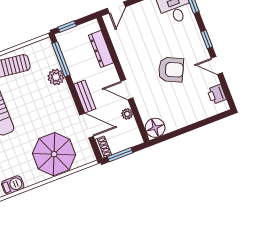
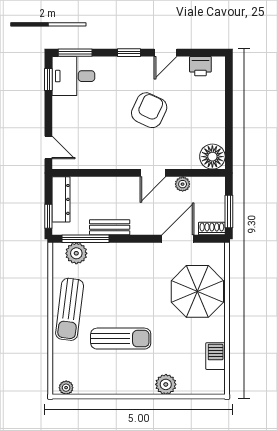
dresser: (101, 49) -> (61, 199), moved, turned -90
plant: (56, 77) -> (76, 253), moved
bench: (85, 96) -> (110, 227), moved

